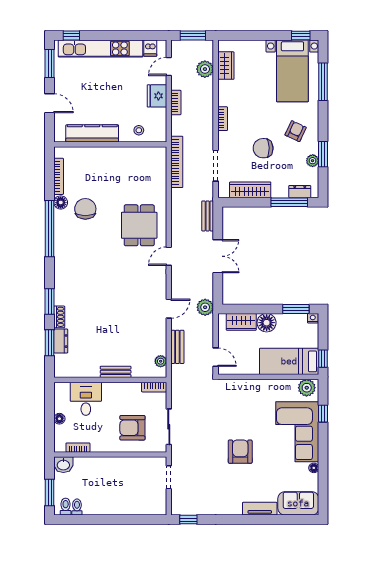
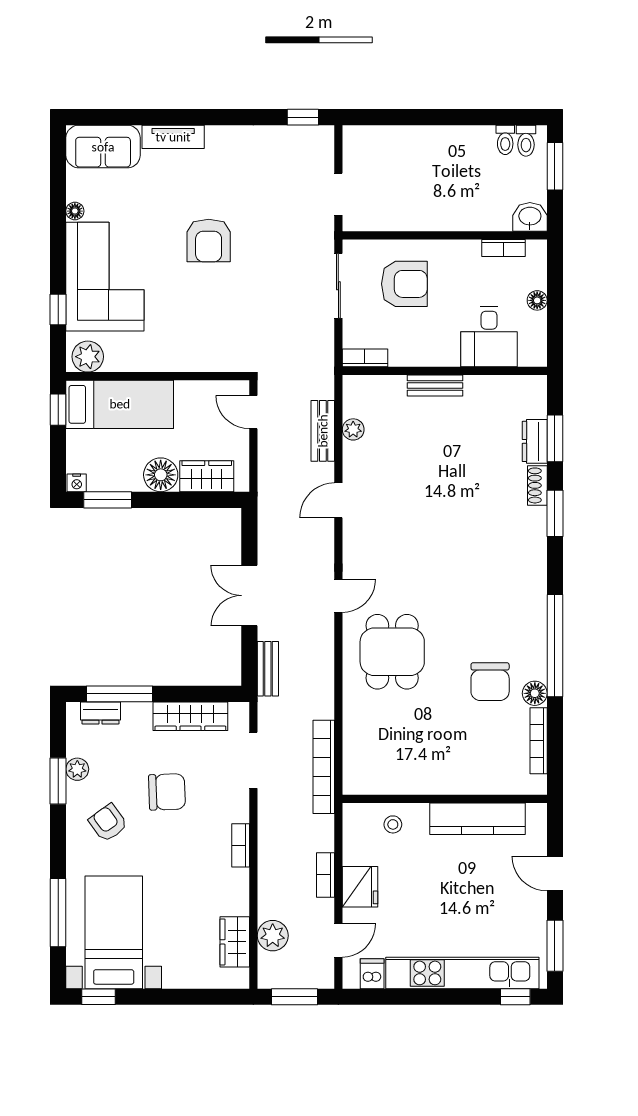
armchair: (296, 131) -> (108, 823), turned 119
plant: (205, 307) -> (272, 503), removed
plant: (161, 361) -> (353, 429), moved

